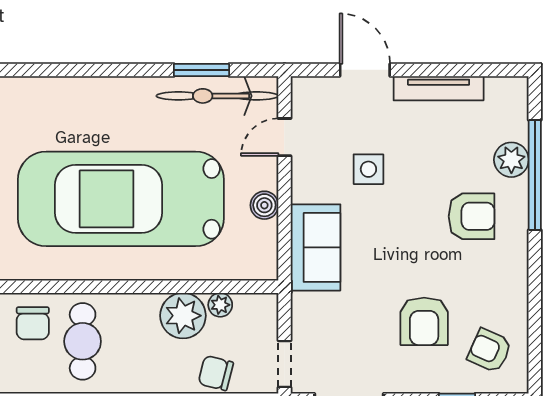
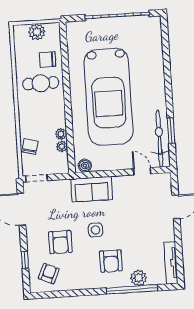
tv unit: (439, 88) -> (171, 263), moved
side table: (368, 169) -> (95, 230), moved
car: (121, 199) -> (108, 97), turned 180
boiler: (264, 205) -> (85, 166), moved
plant: (183, 316) -> (61, 134), width x0.53, depth x0.53
armchair: (424, 321) -> (60, 242), turned -90

